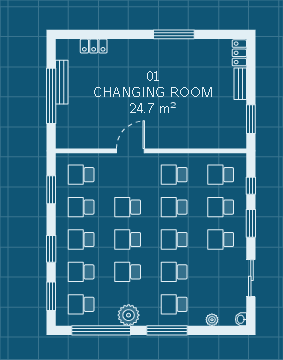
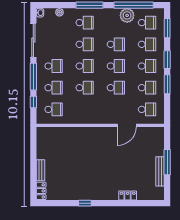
window: (174, 34) -> (85, 203), width x0.46
locker: (94, 46) -> (128, 195), moved
window: (51, 96) -> (167, 162), width x0.68
window: (251, 119) -> (33, 147), removed
door: (130, 151) -> (127, 125), moved
school desk: (174, 175) -> (85, 109), removed
window: (51, 190) -> (167, 84), moved
window: (251, 223) -> (33, 77), width x1.44
sliding door: (251, 278) -> (33, 40), width x1.37
plant: (129, 315) -> (127, 15), moved

